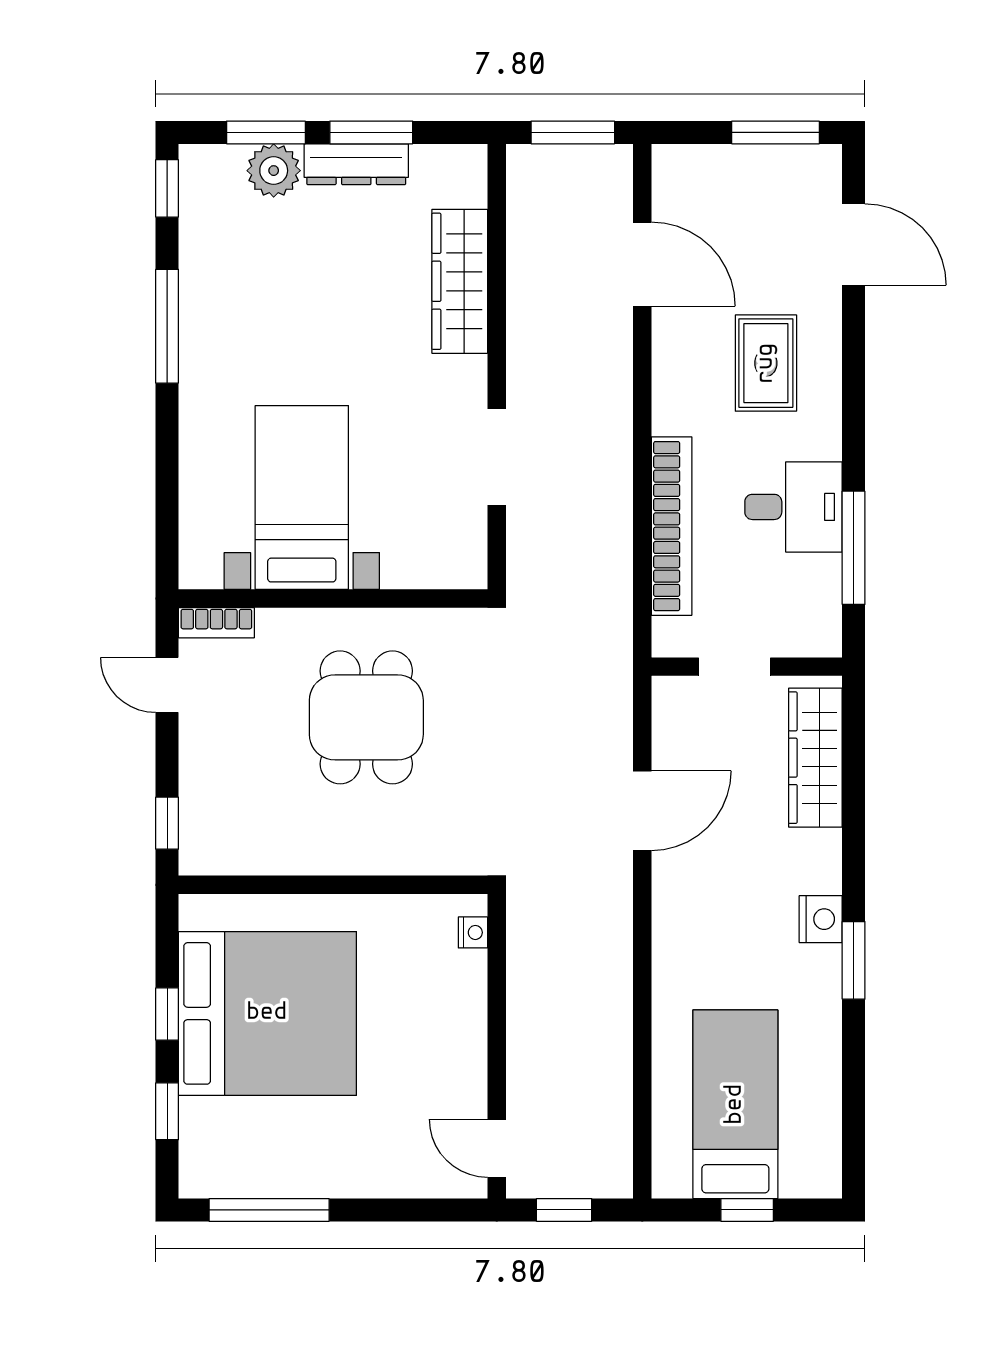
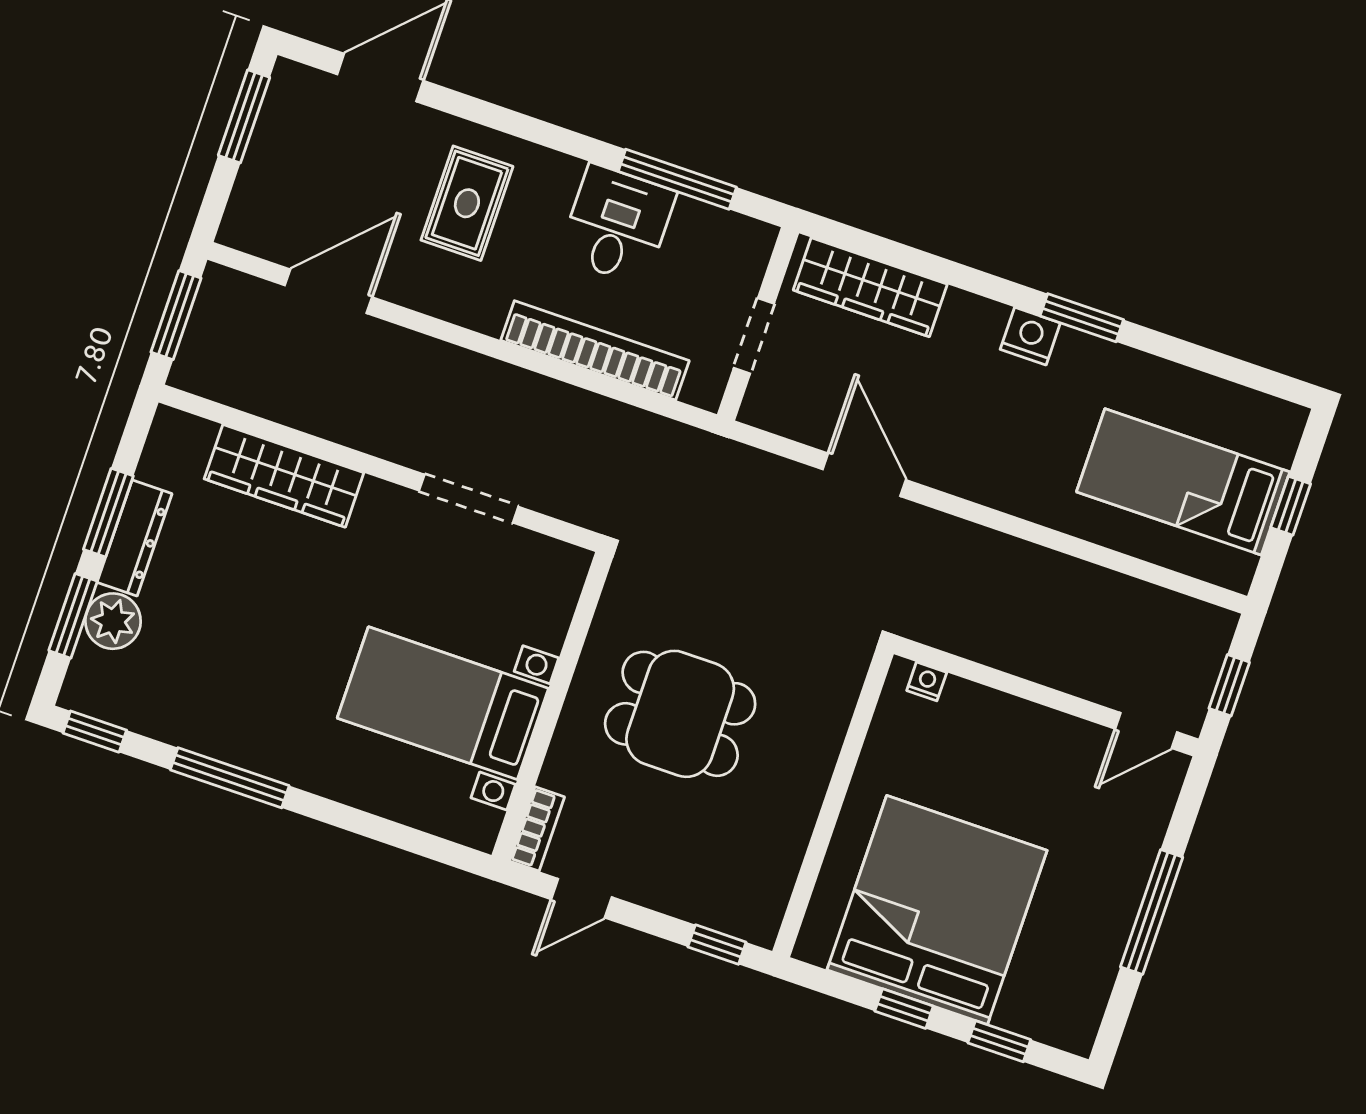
rug: (766, 363) -> (467, 203), turned 90
window: (269, 1210) -> (1152, 912), moved

